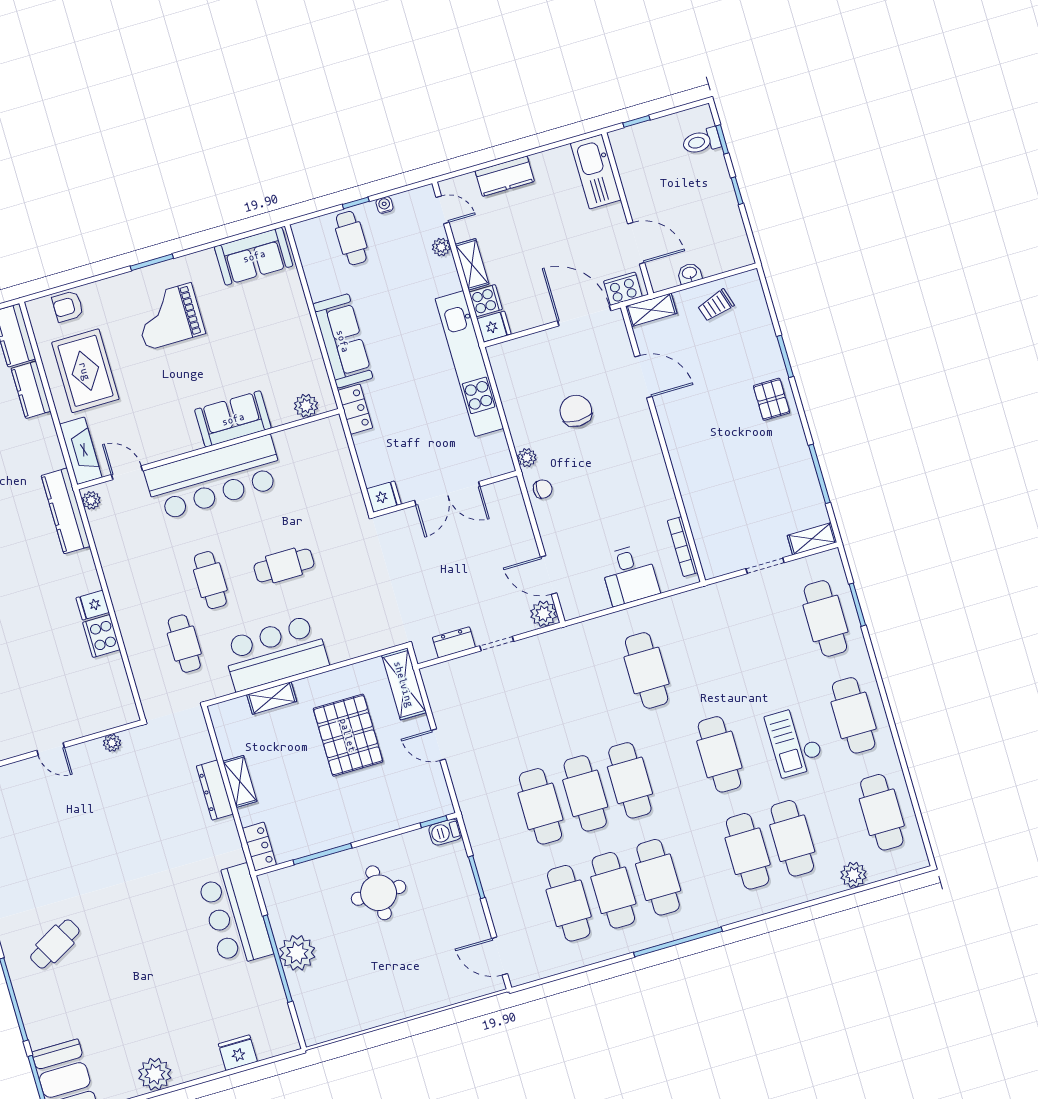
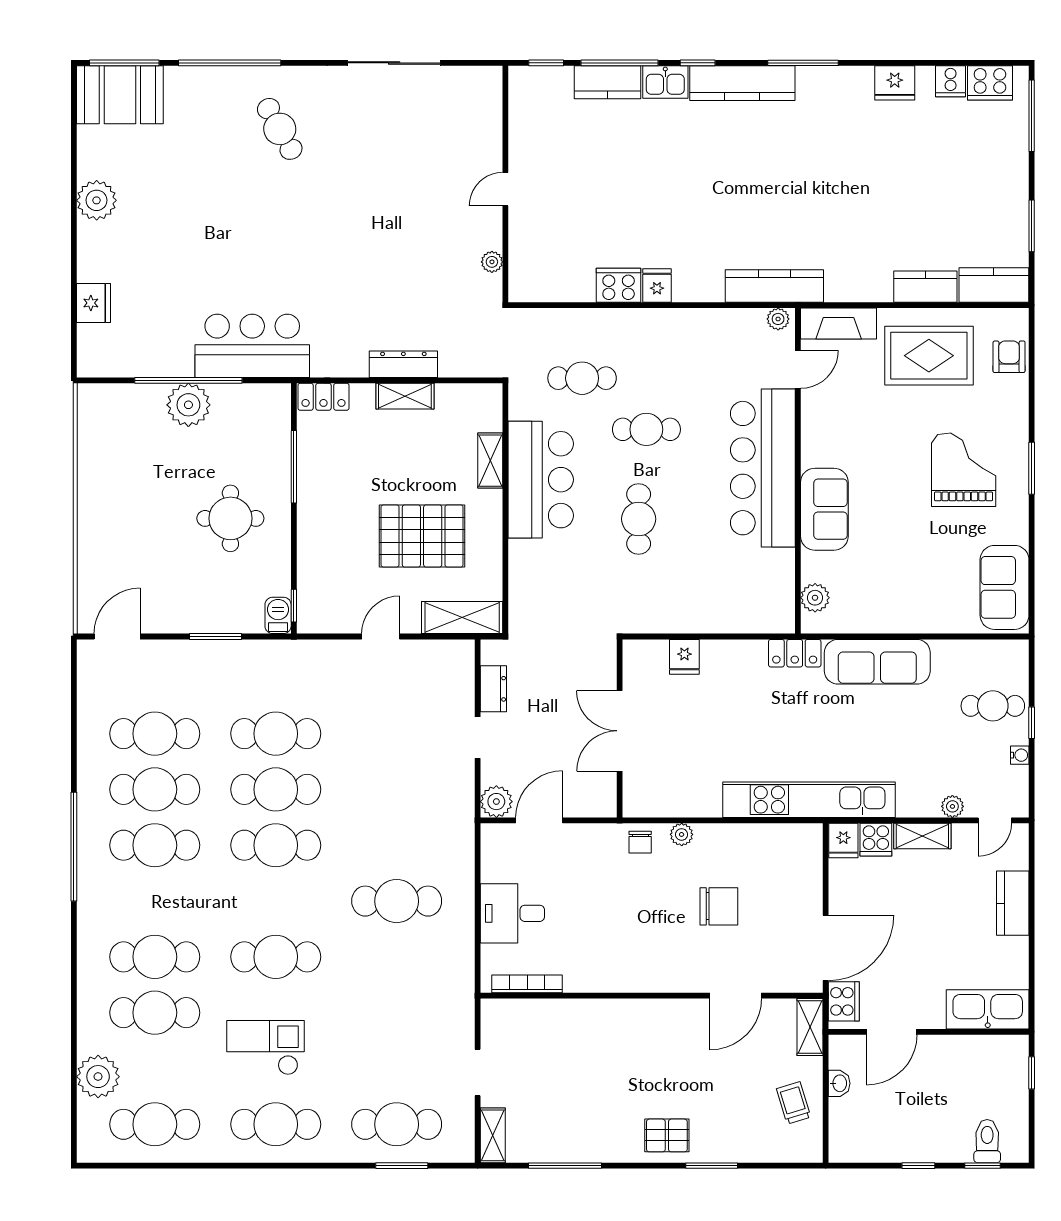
double door: (447, 493) -> (620, 731), moved
wall: (445, 494) -> (620, 728), moved
plant: (853, 875) -> (98, 1077), width x1.36, depth x1.36

